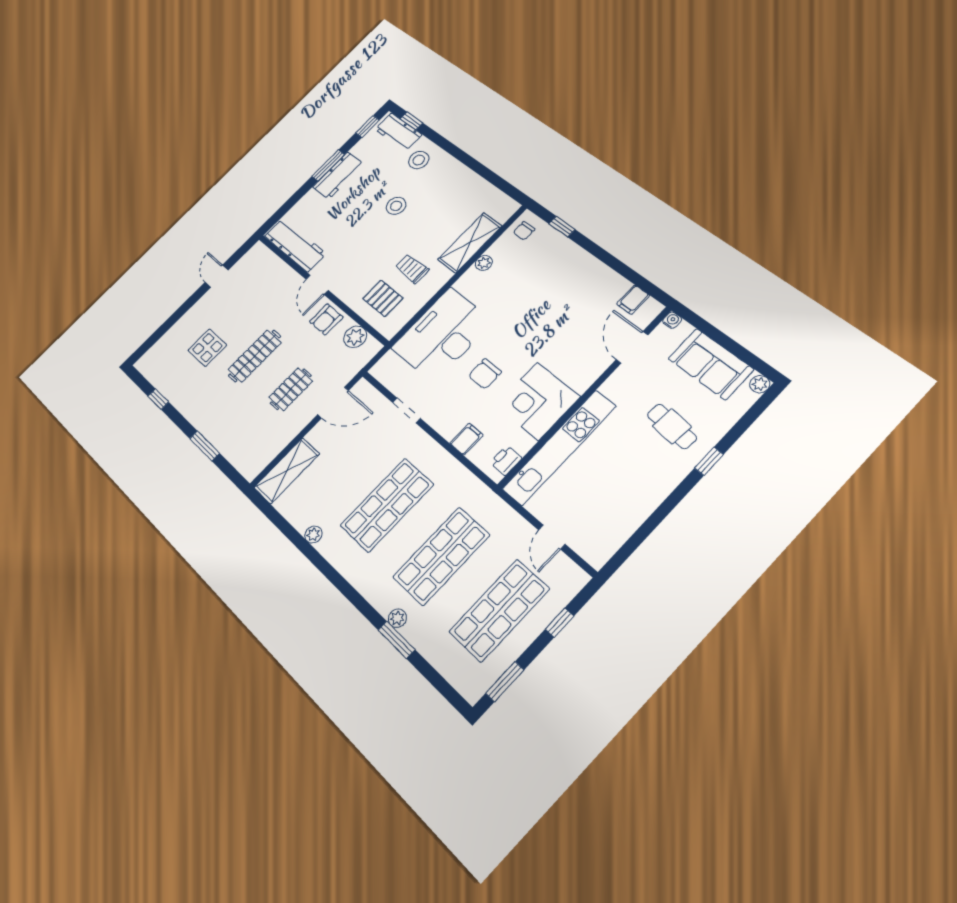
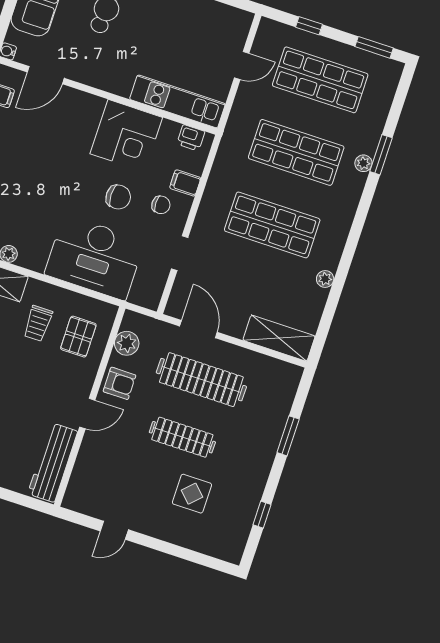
clothes rail: (291, 389) -> (201, 380), width x1.86, depth x1.31
chair: (458, 410) -> (161, 205), added
kitchen unit: (559, 448) -> (177, 101), width x0.73

